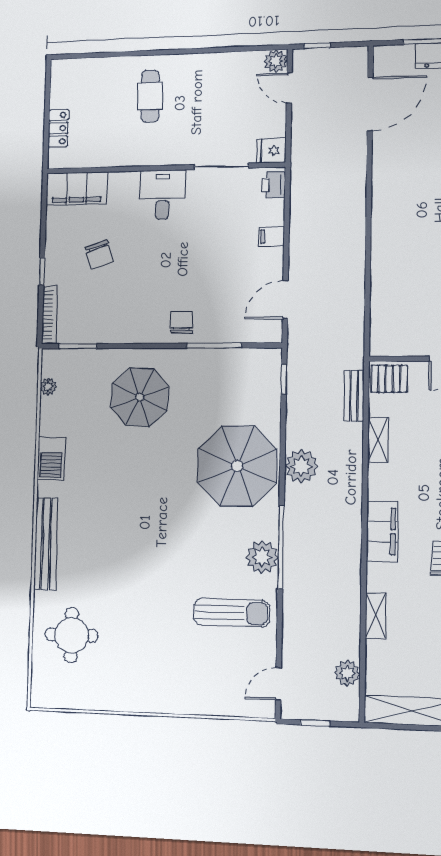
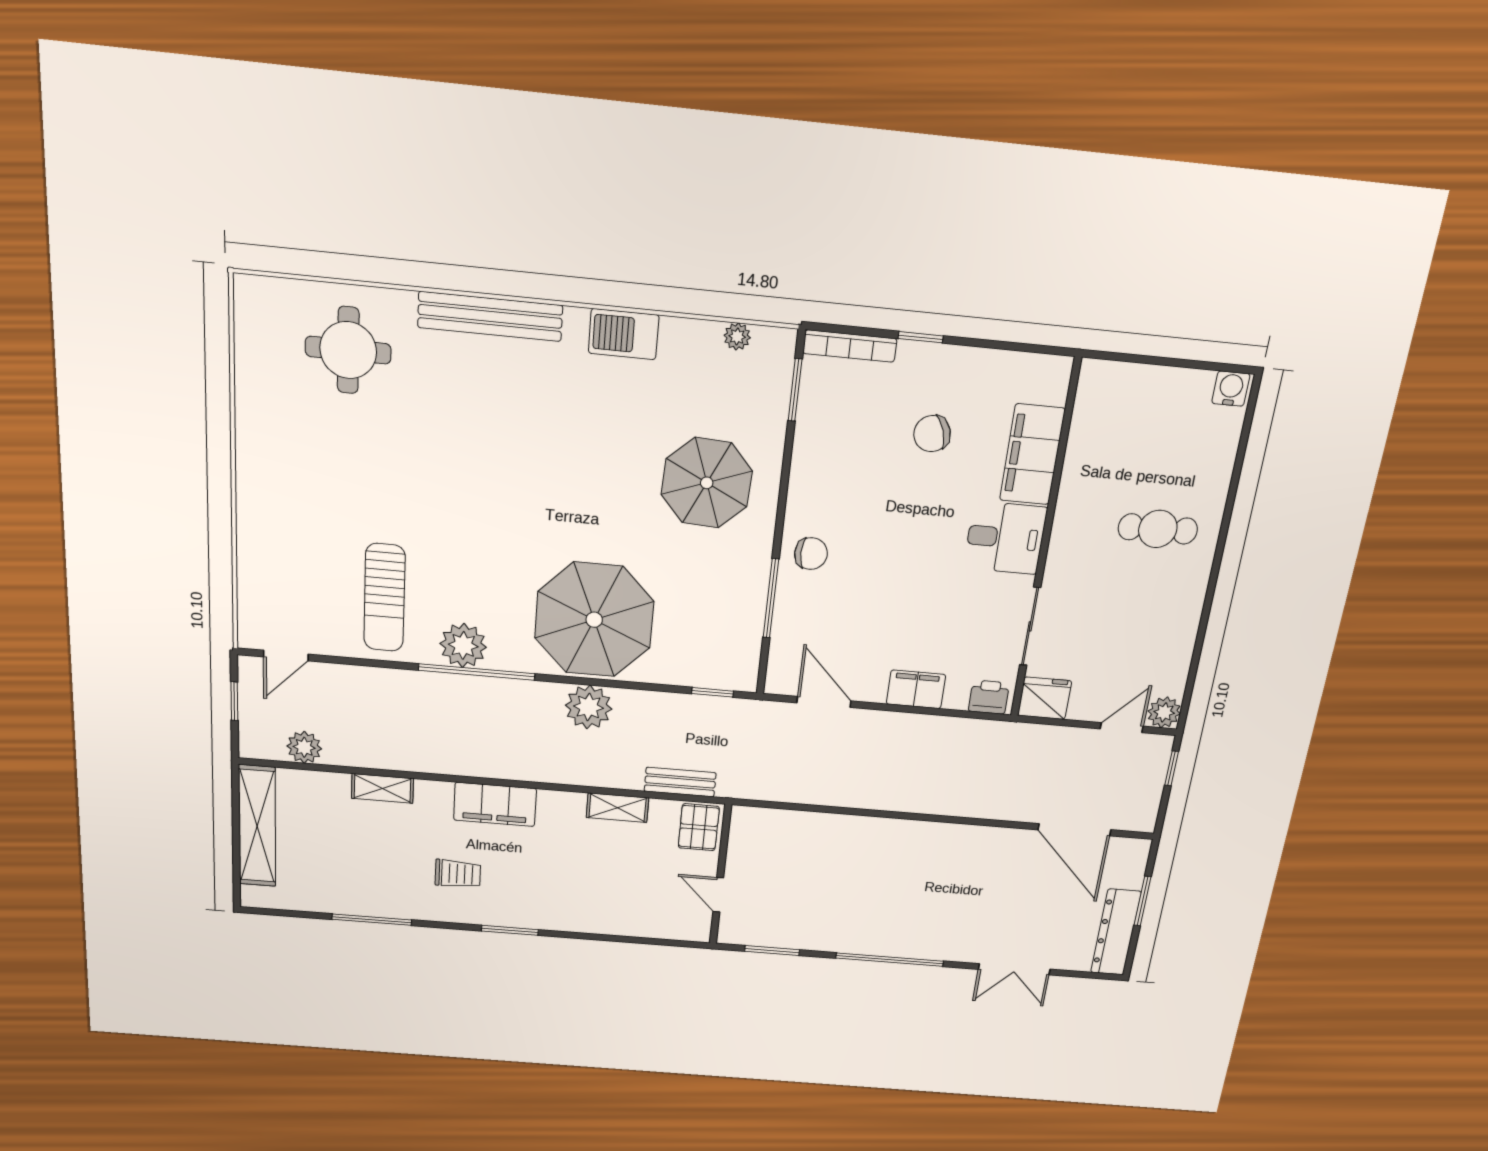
water cooler: (60, 72) -> (1231, 389), added
locker: (58, 128) -> (1142, 379), removed
fridge: (271, 151) -> (1045, 698), width x1.38
filing cabinet: (77, 189) -> (1032, 454), moved
filing cabinet: (272, 237) -> (916, 689), width x2.00
door: (278, 684) -> (286, 656), swing flipped

